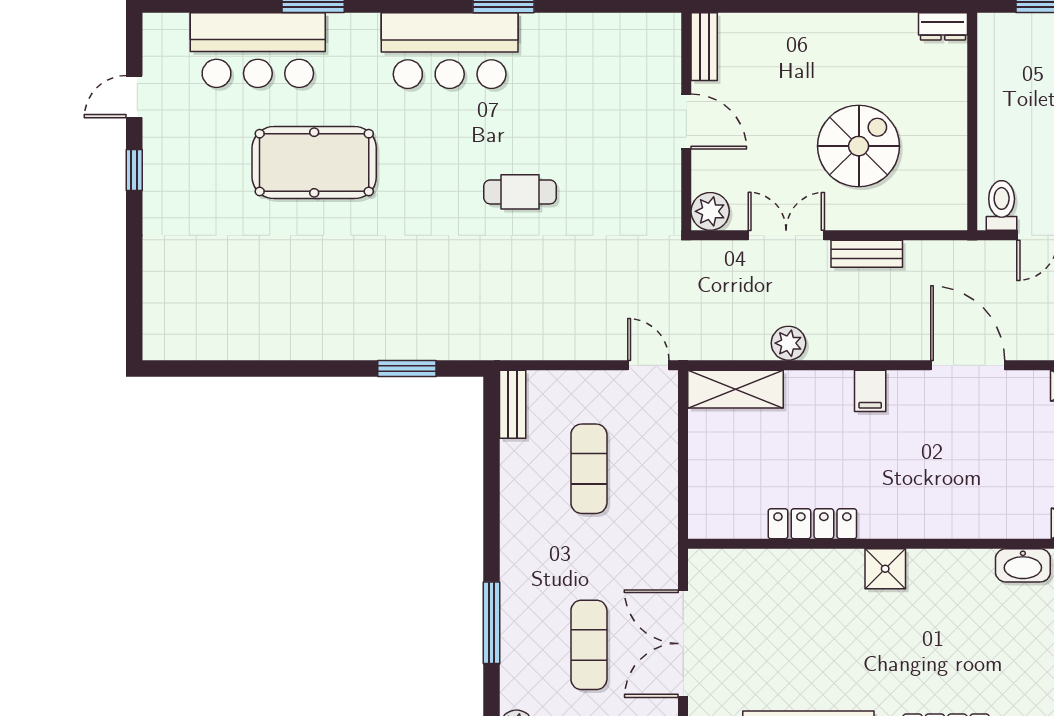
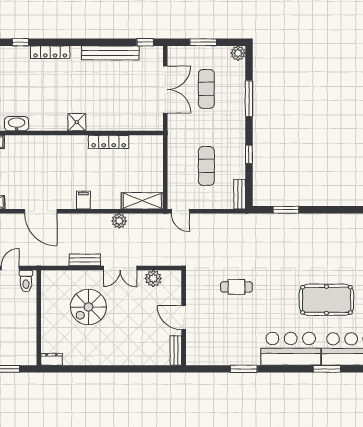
bench: (704, 47) -> (176, 350), moved
bar counter: (450, 51) -> (291, 349), moved
door: (686, 122) -> (184, 318), moved
wall: (686, 122) -> (184, 318), moved
window: (491, 495) -> (249, 154), added

